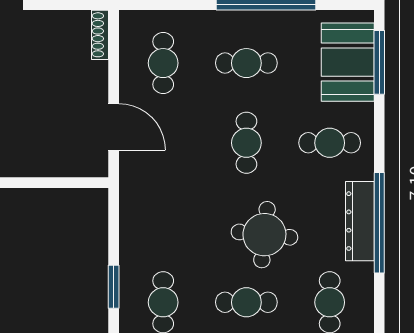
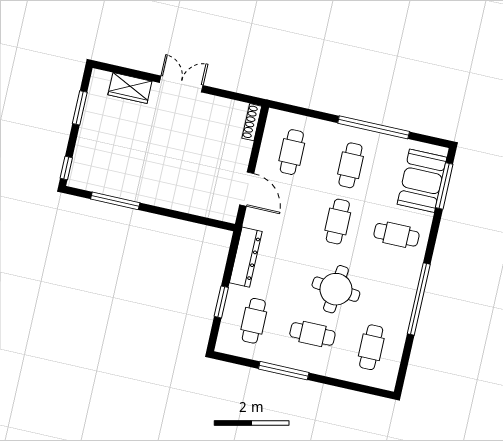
cafe table: (246, 63) -> (350, 165), turned 90
dresser: (360, 221) -> (246, 257), moved, turned 180

